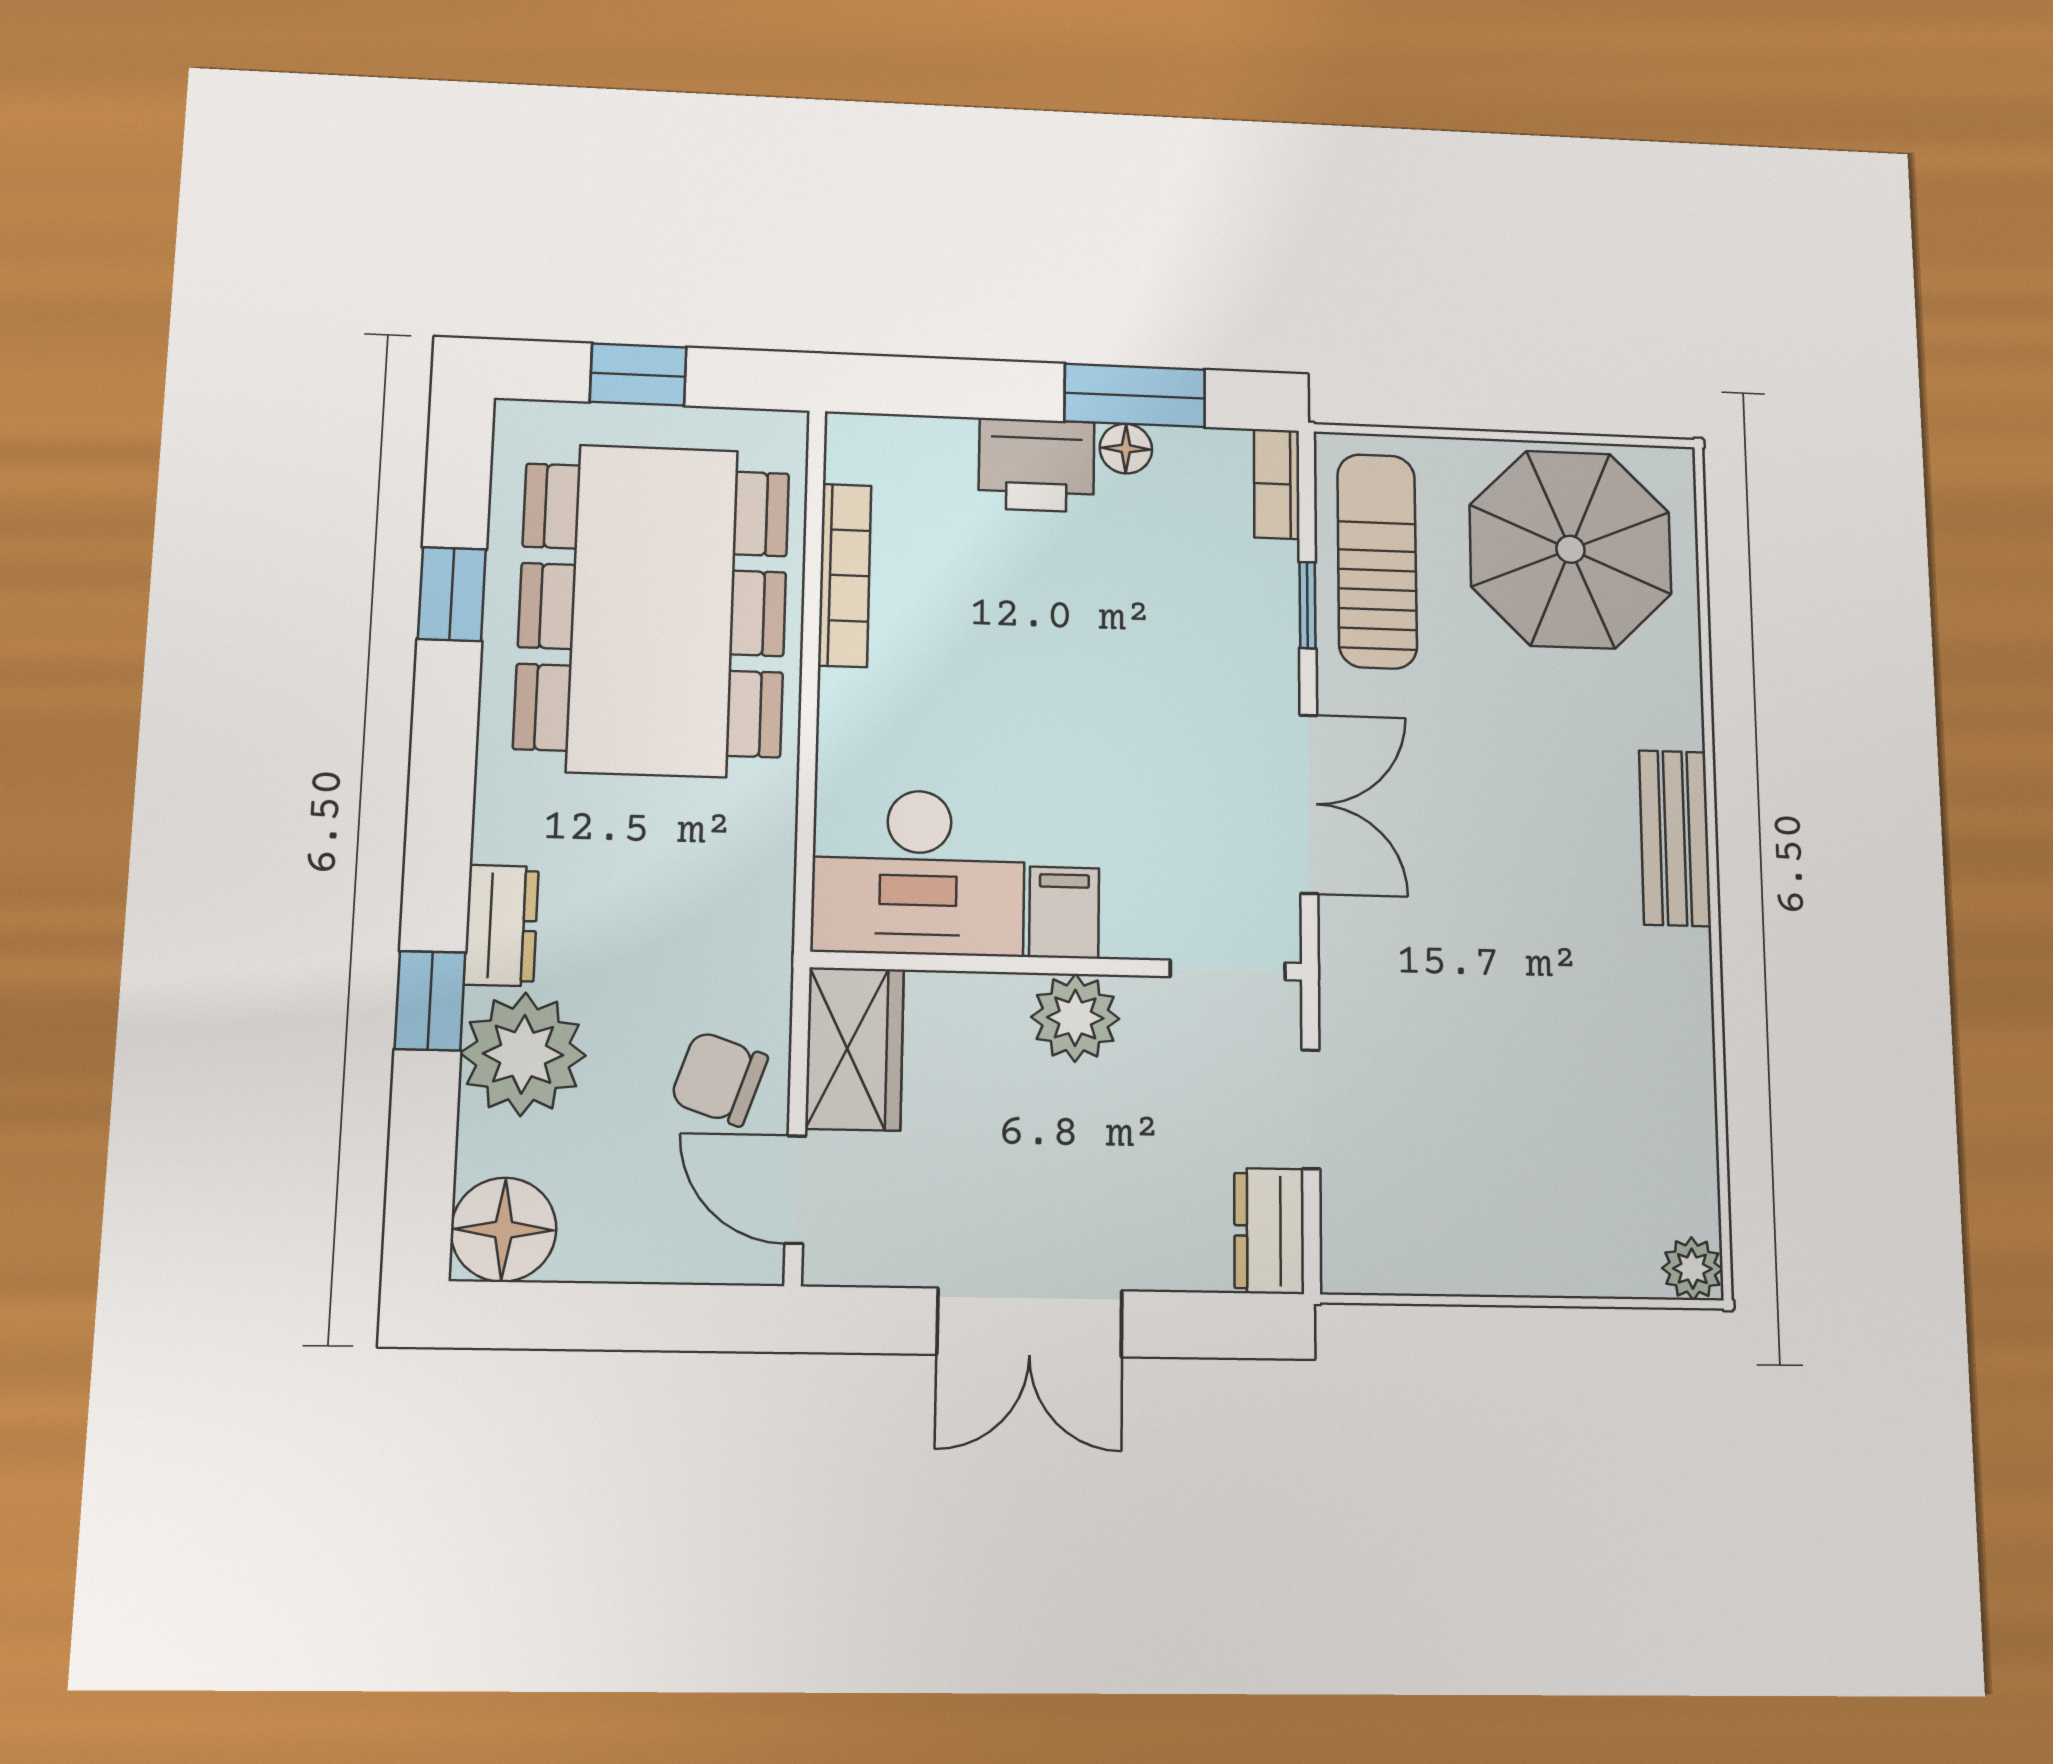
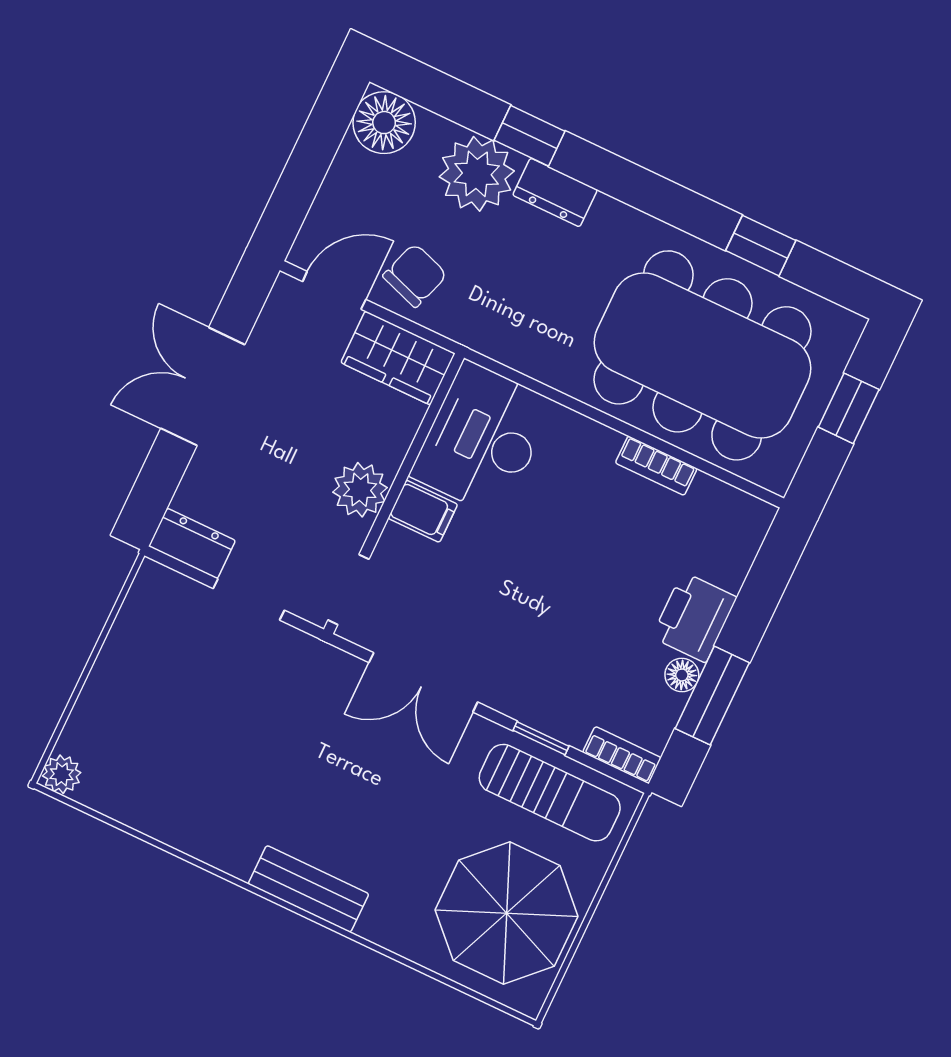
bookcase: (845, 575) -> (656, 466), width x0.64

